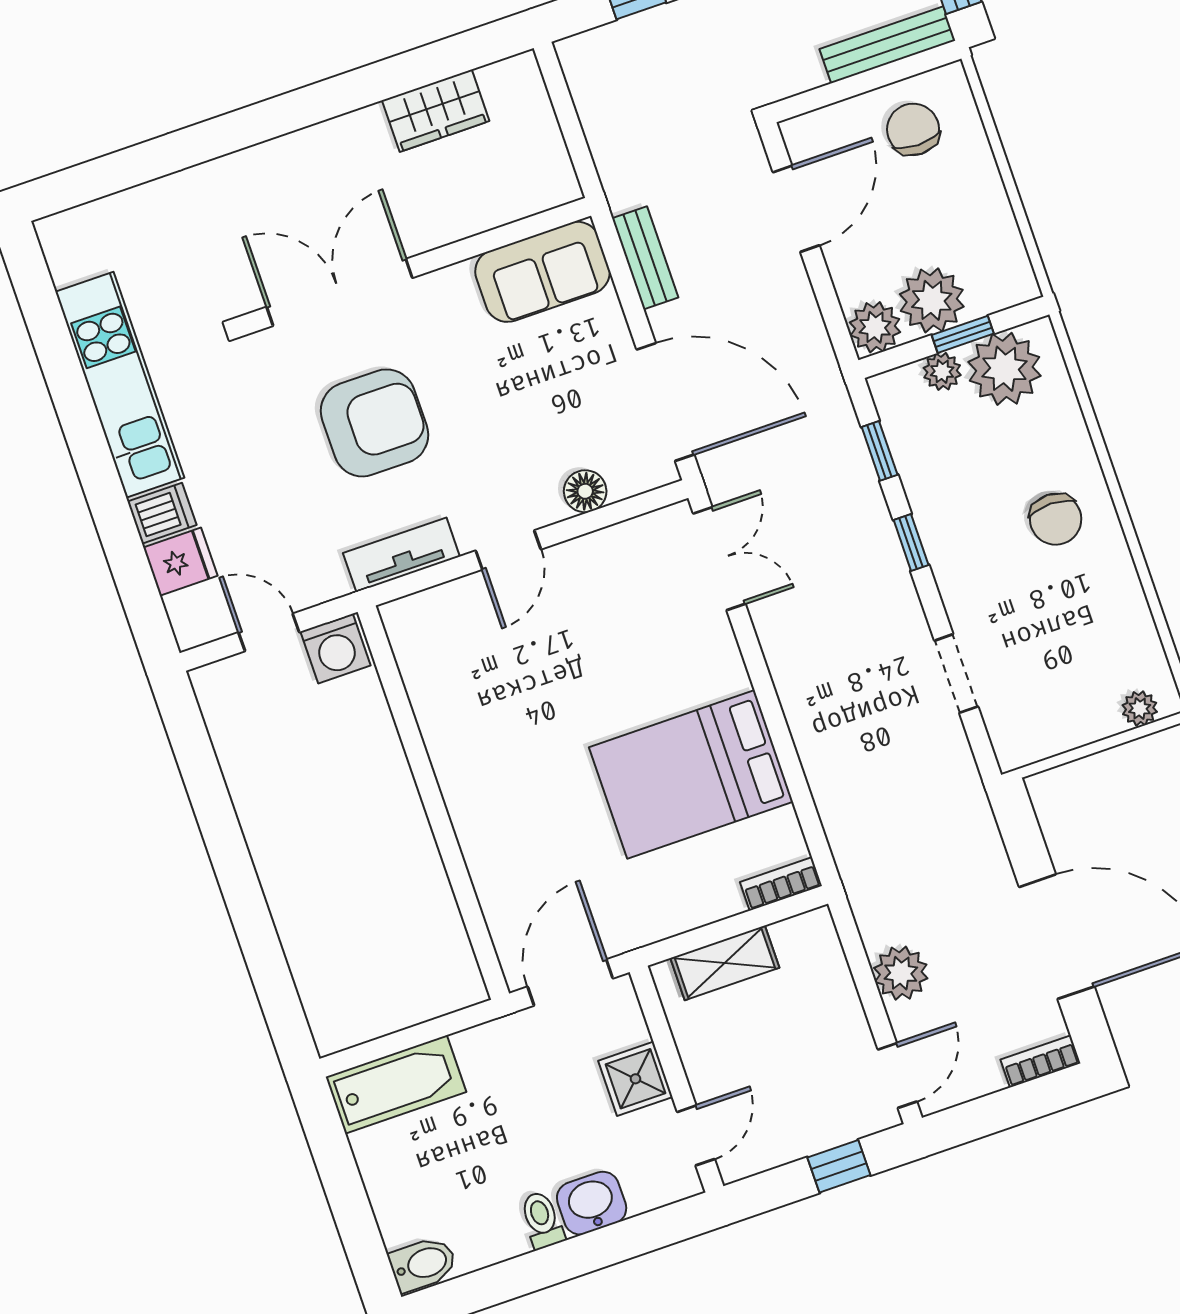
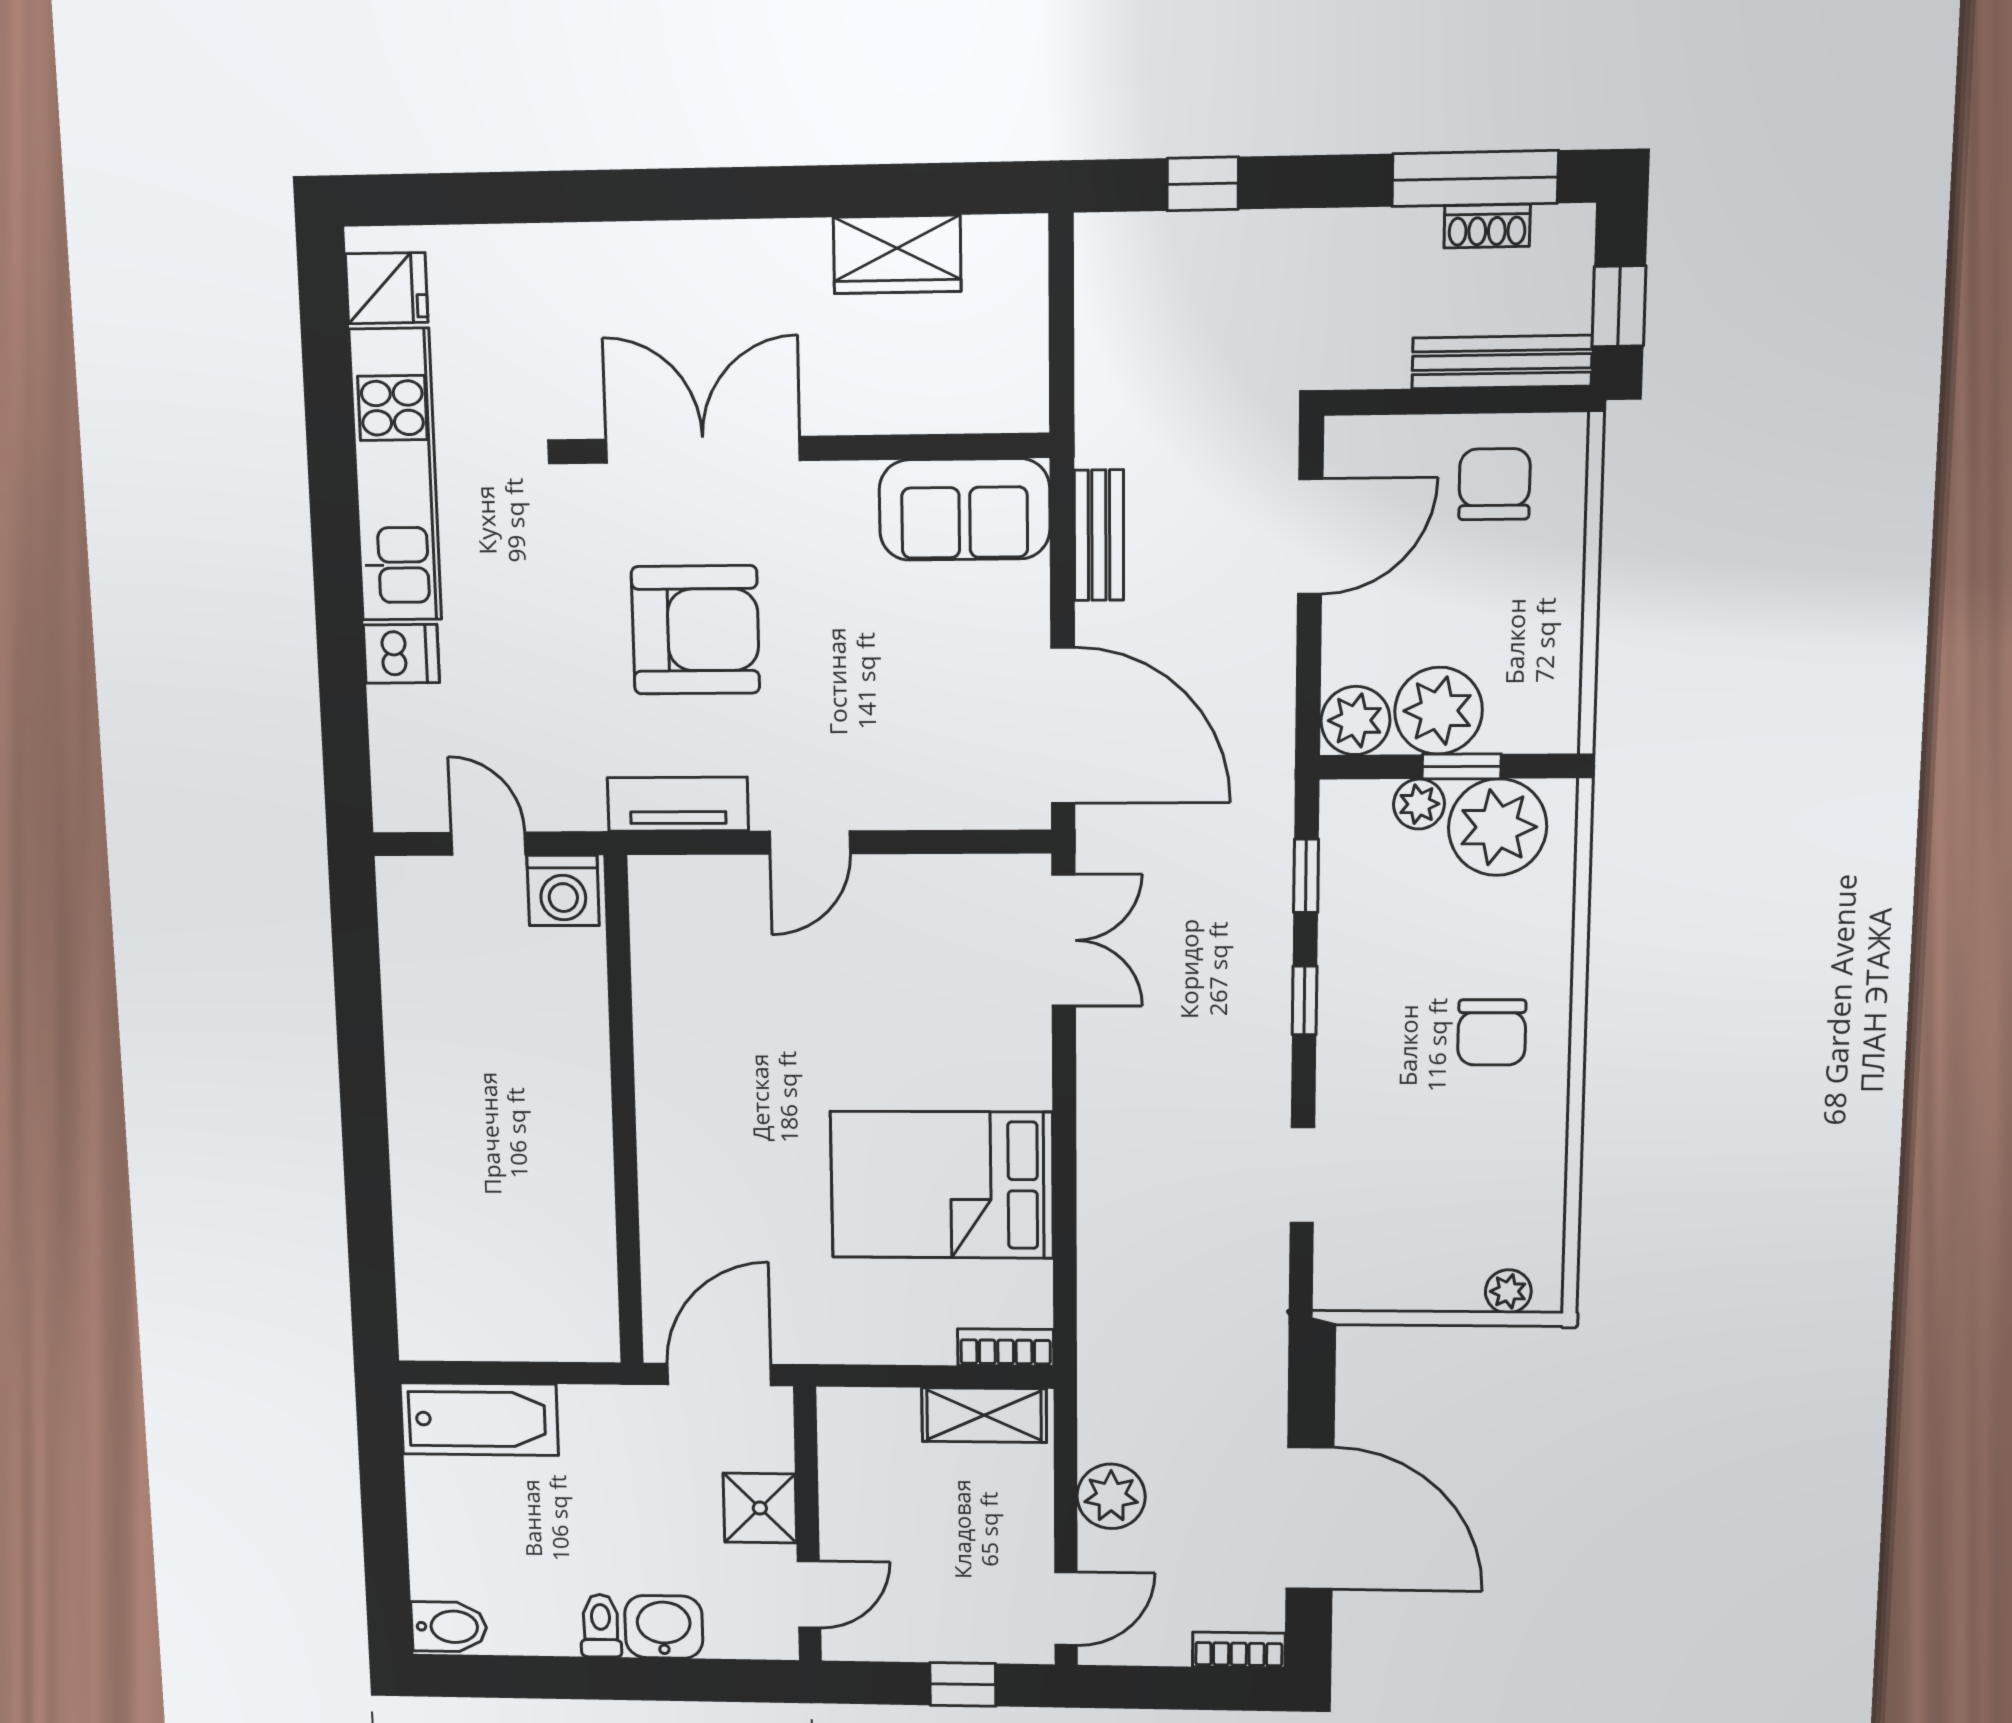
floor lamp: (585, 491) -> (927, 803), removed
fridge: (180, 562) -> (387, 288), moved
shelving: (725, 963) -> (984, 1415), moved

